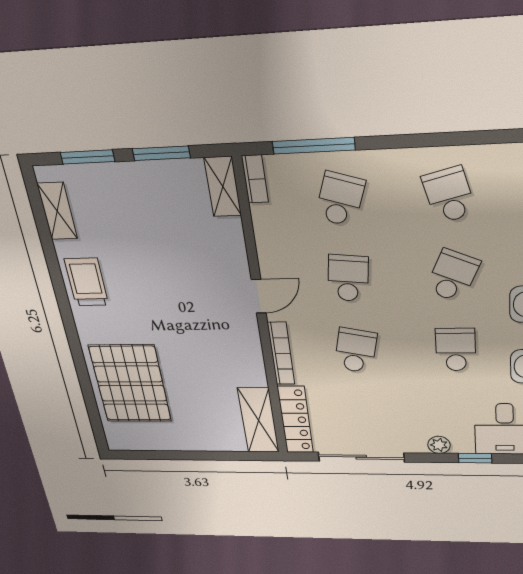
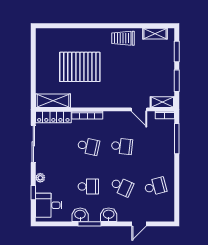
school desk: (340, 199) -> (155, 146), removed
trolley: (87, 282) -> (123, 38), turned 180
door: (259, 296) -> (139, 109), moved
pallet: (130, 384) -> (80, 67), moved

